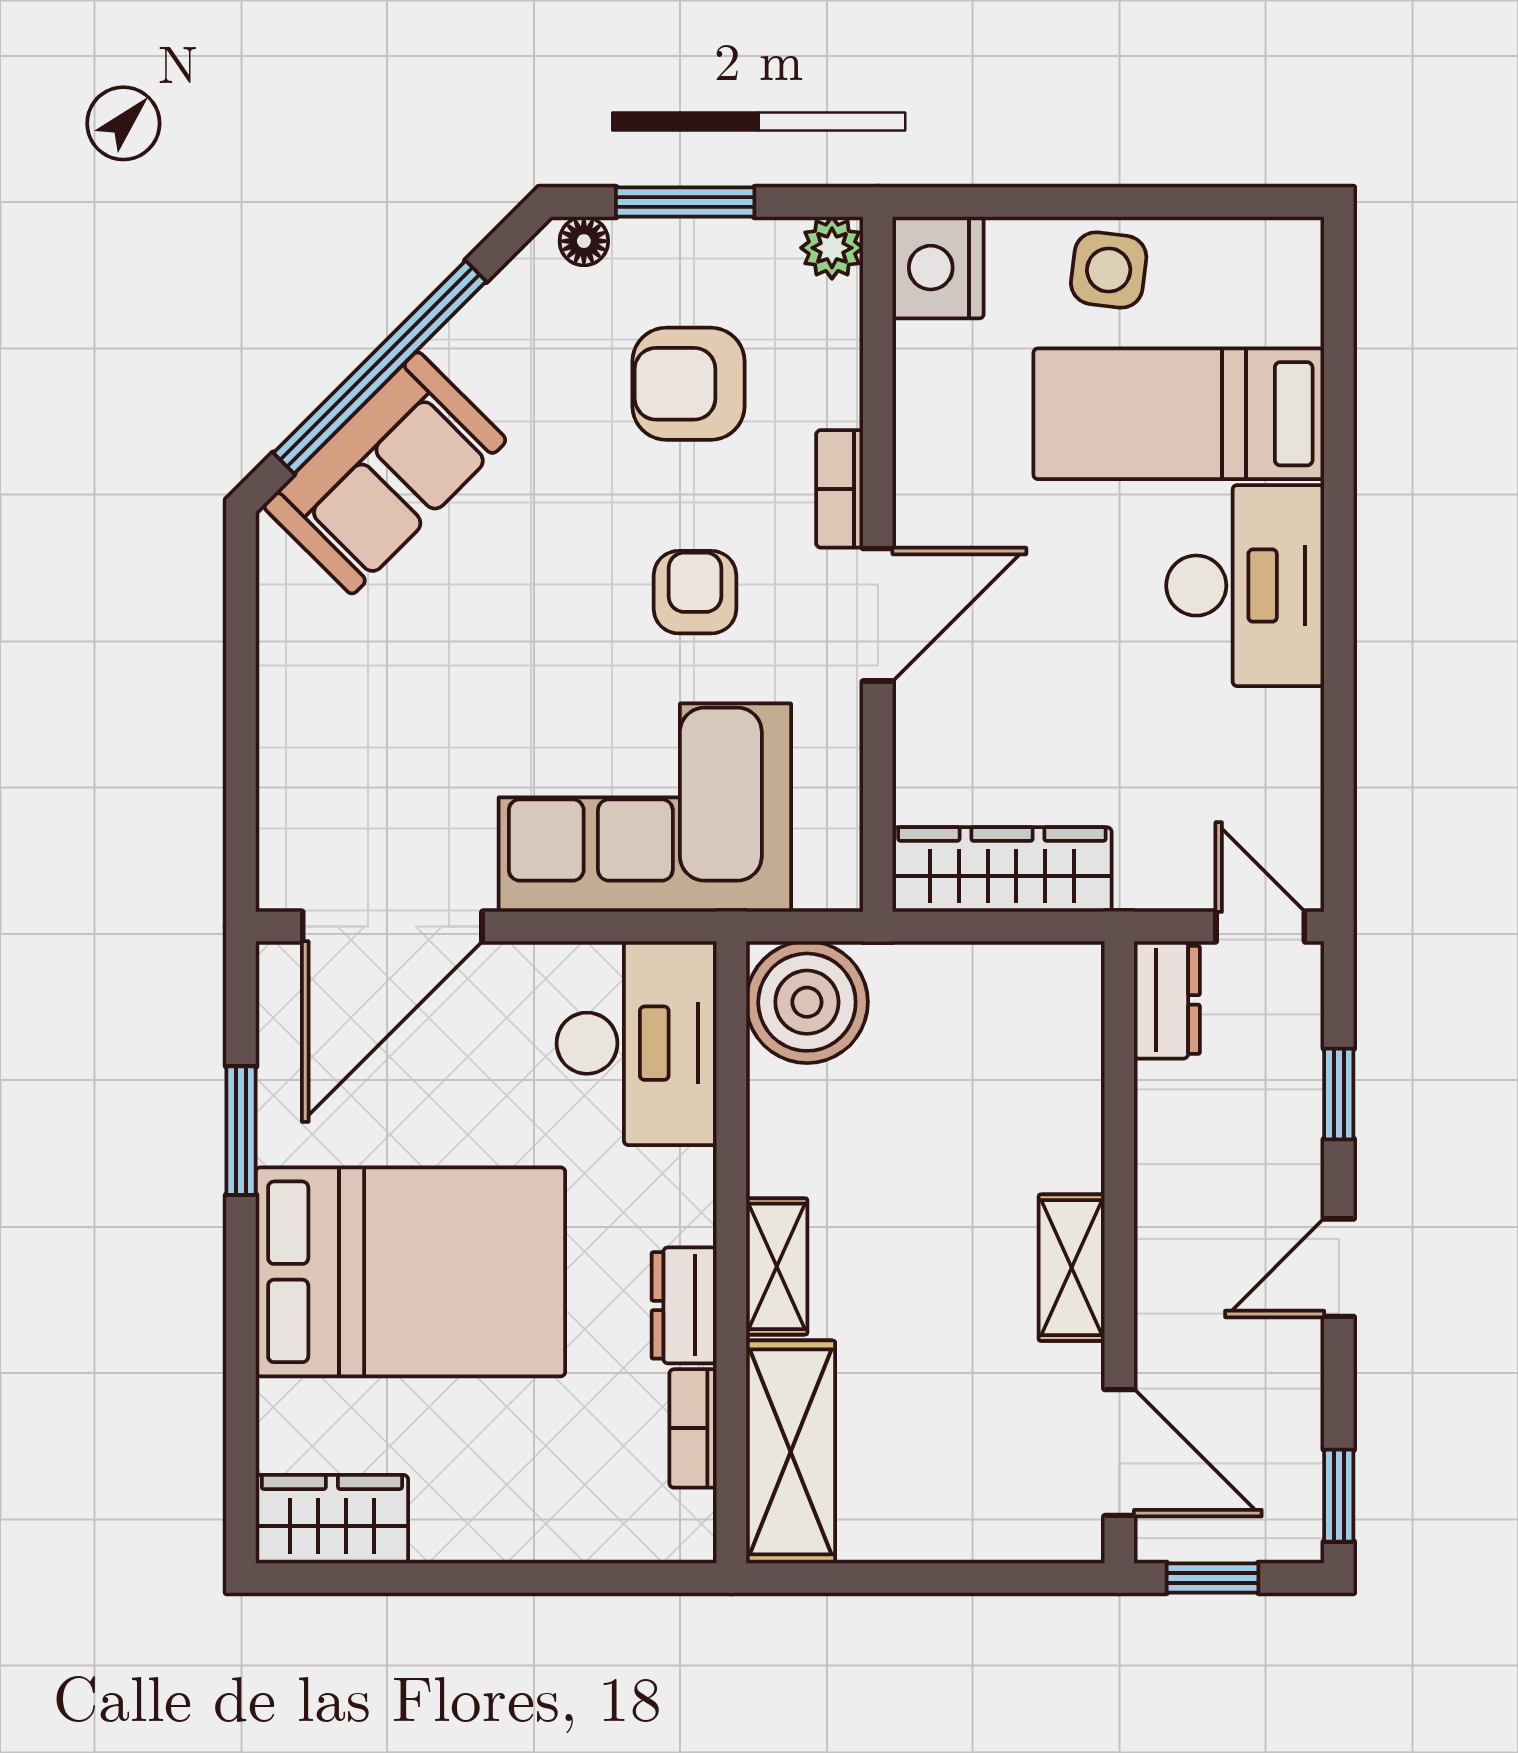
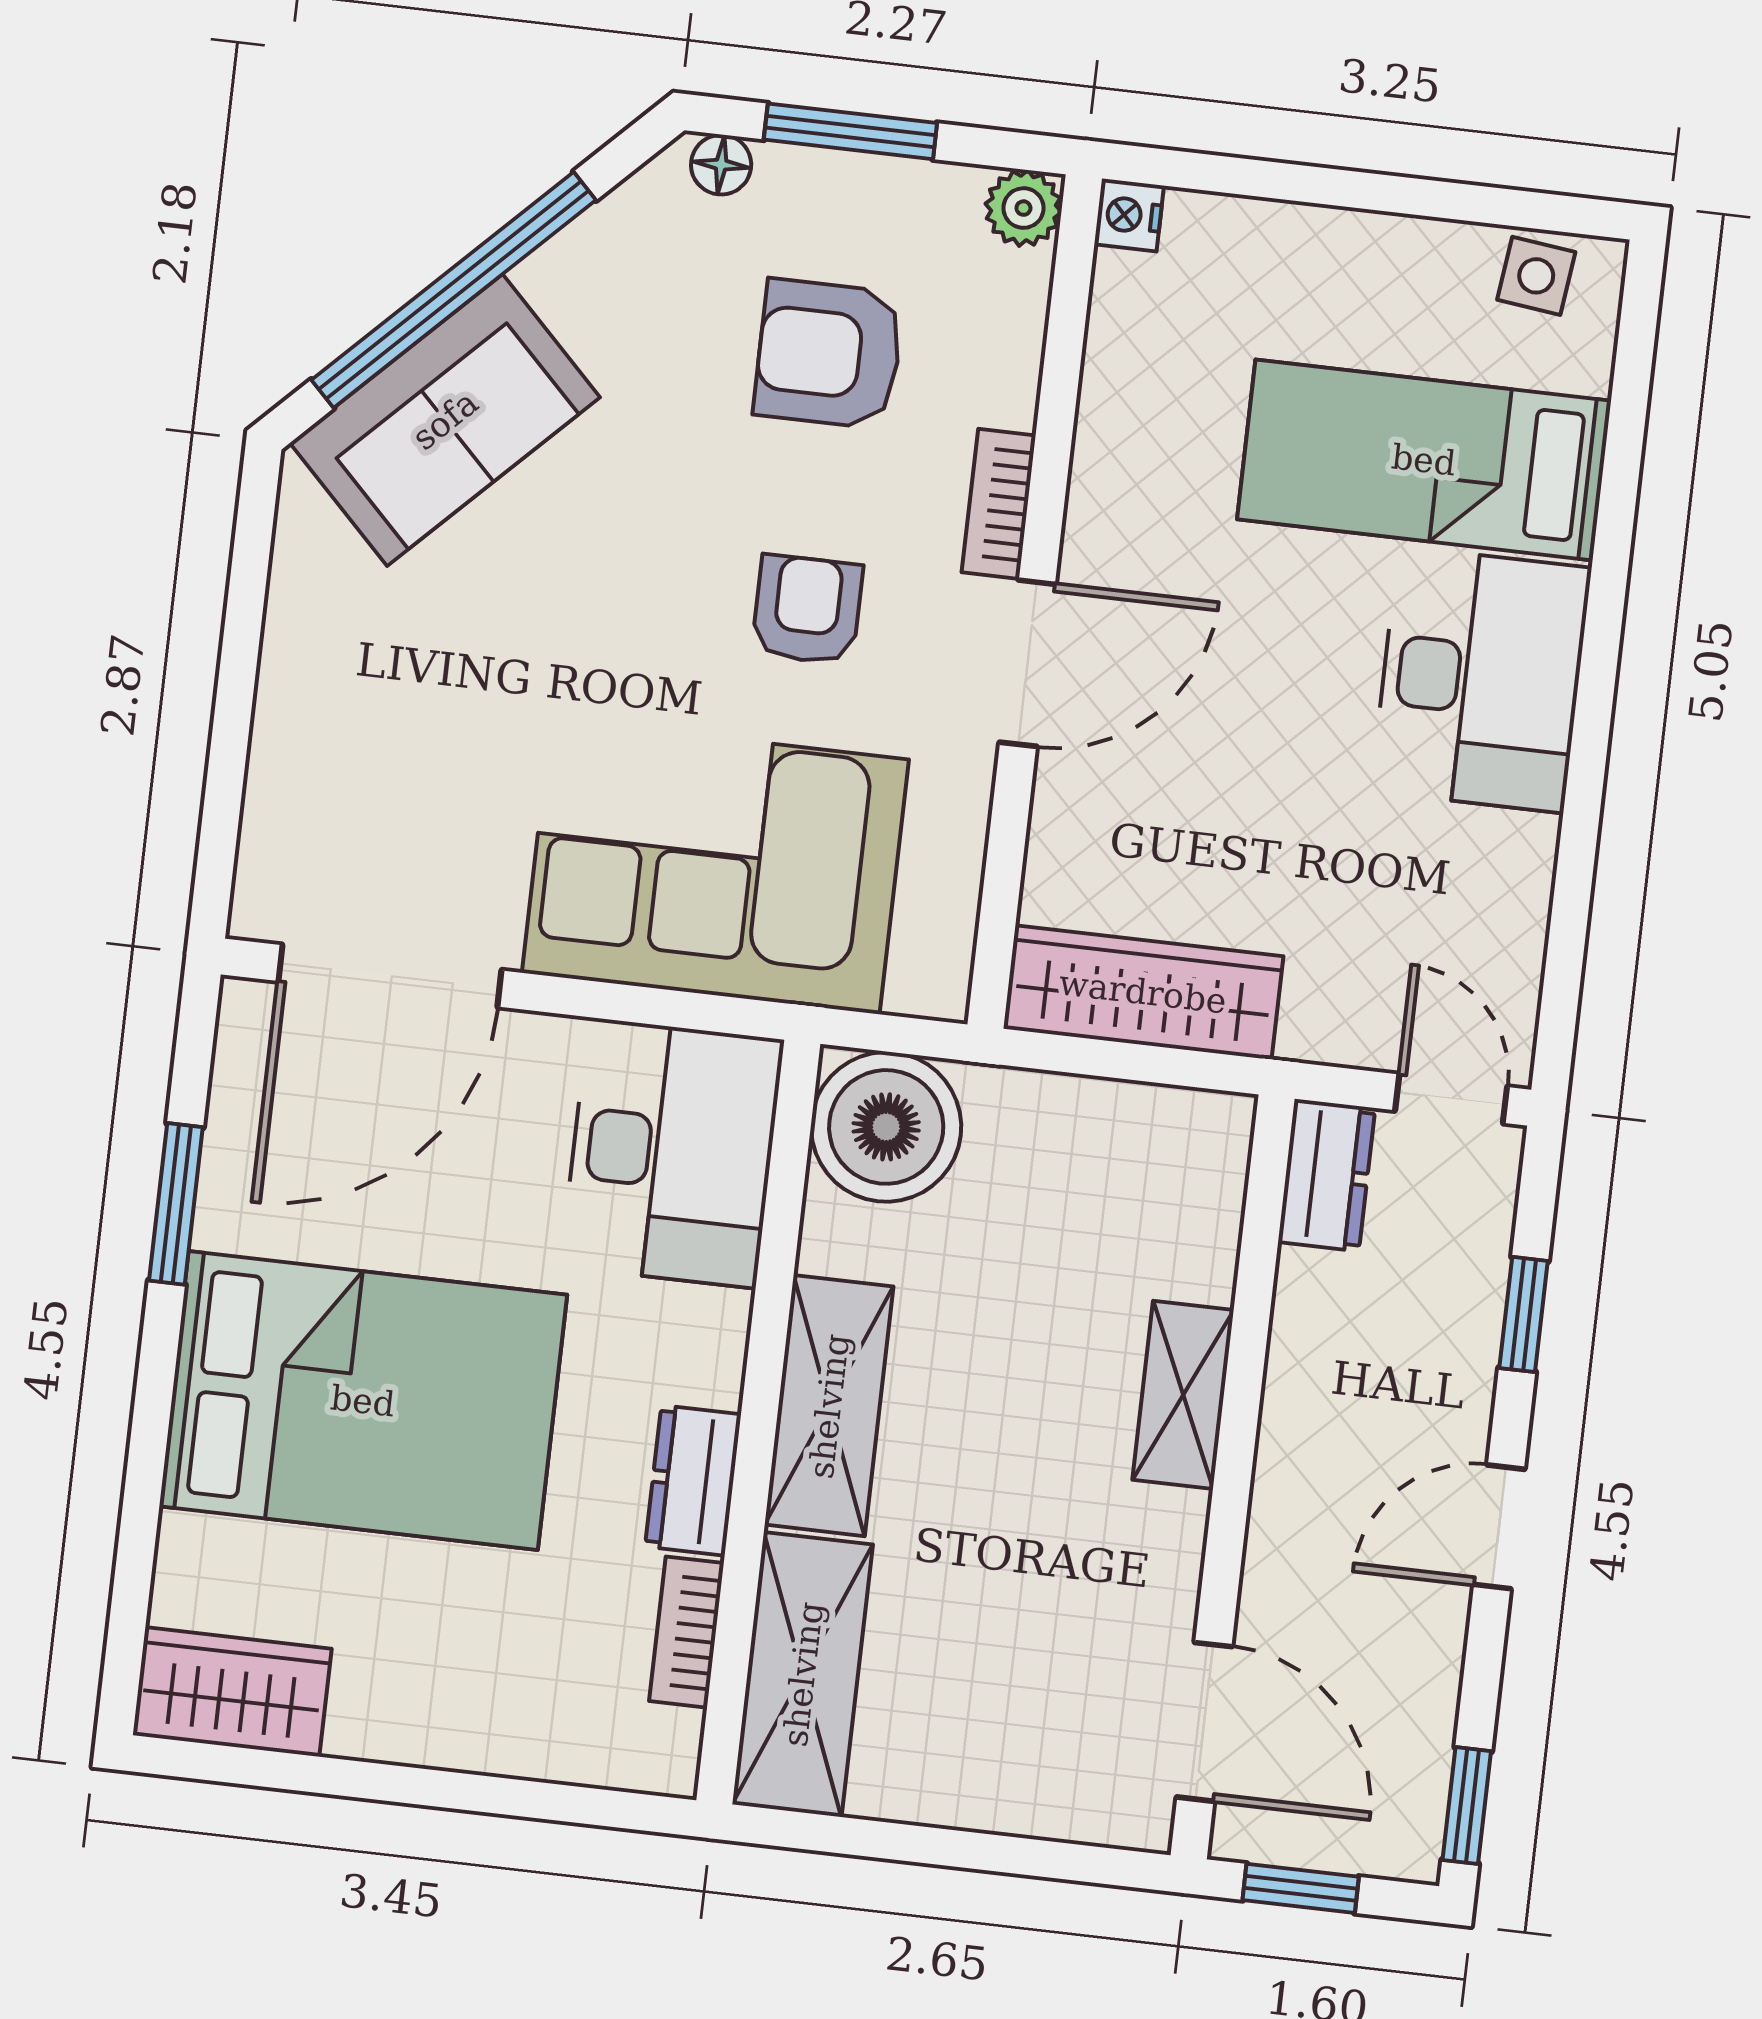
nightstand: (938, 268) -> (1129, 215), width x0.53, depth x0.56
side table: (1109, 270) -> (1536, 276), moved, width x0.73, depth x0.73
shelving: (777, 1266) -> (829, 1406), width x1.50, depth x1.33
shelving: (1072, 1268) -> (1183, 1395), moved

